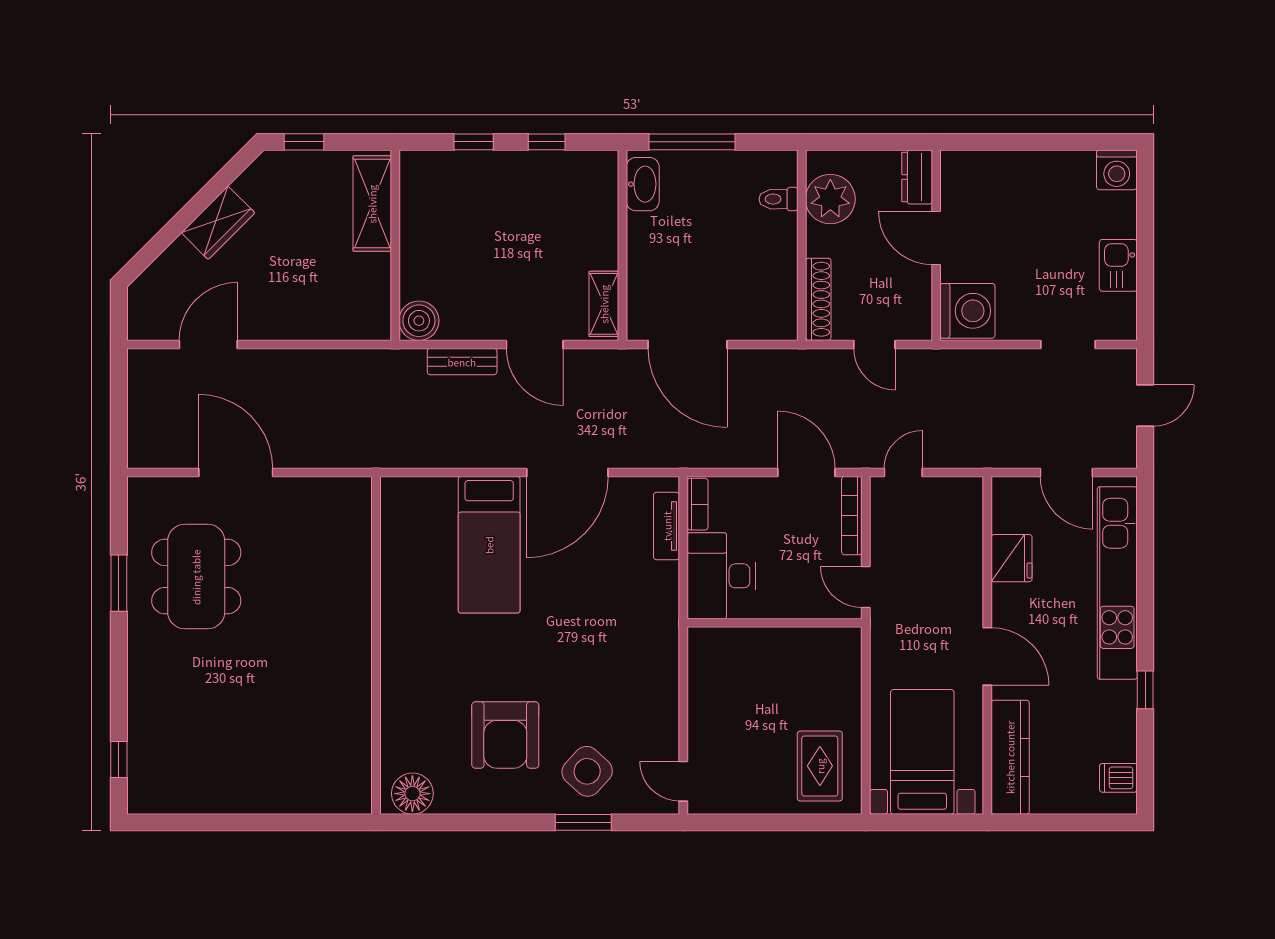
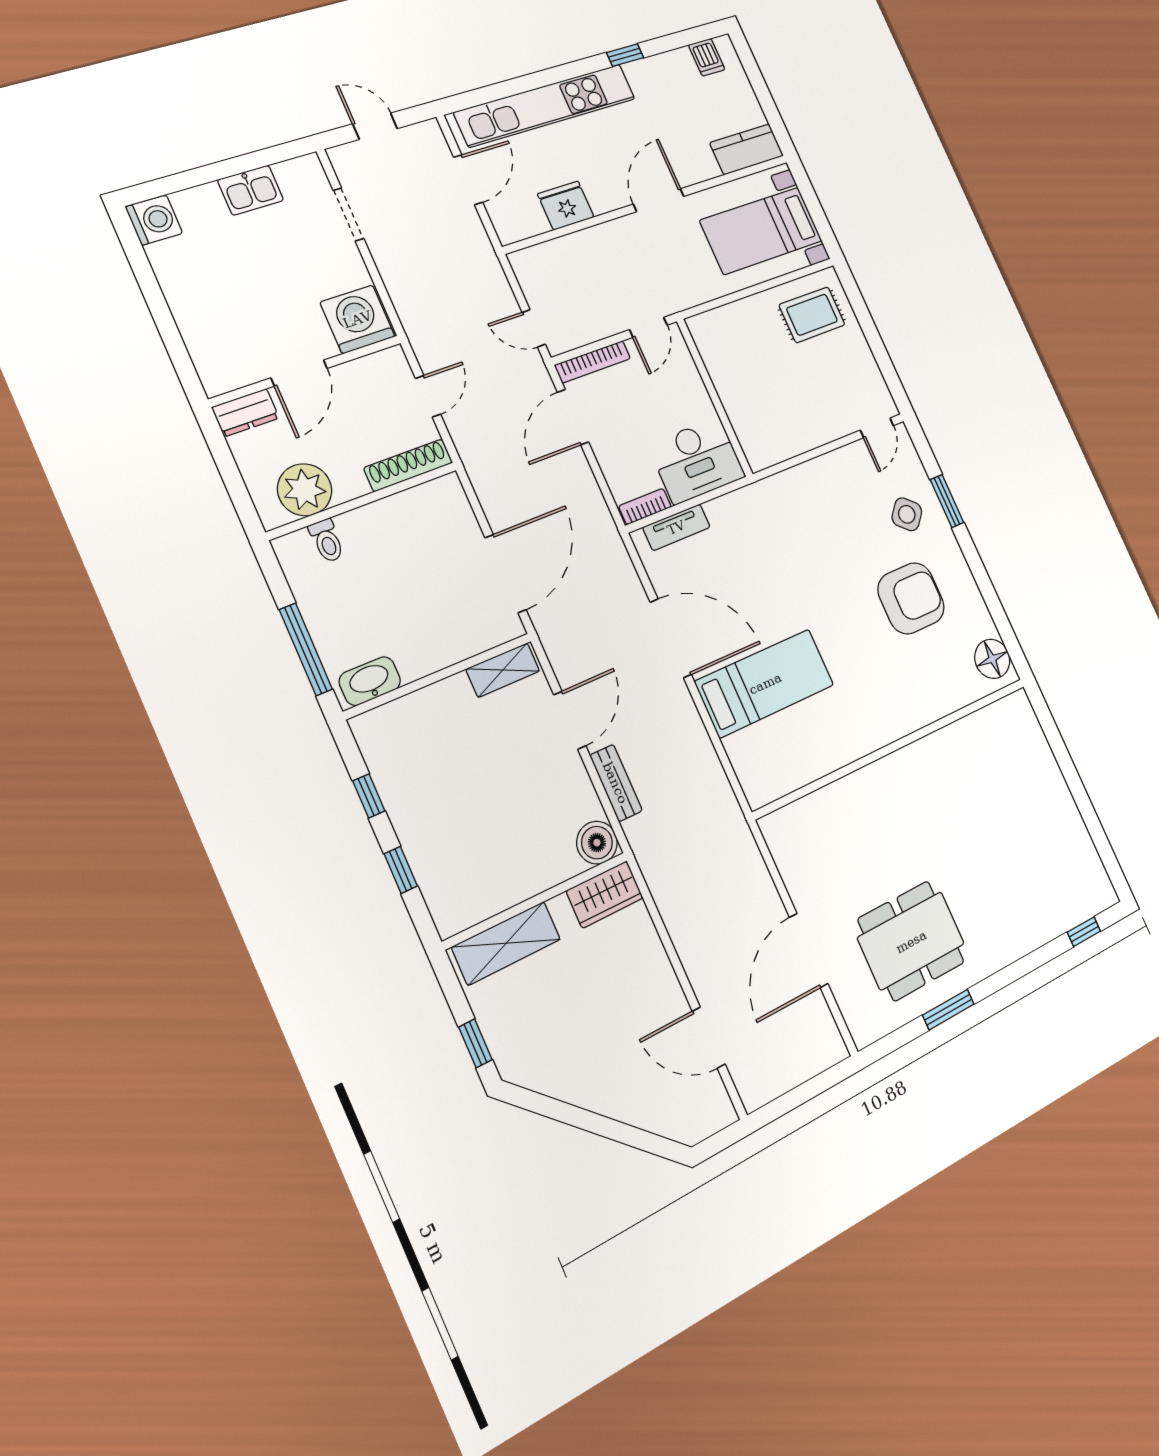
wardrobe: (218, 223) -> (605, 894), moved, turned 135
kitchen counter: (1010, 757) -> (747, 149), width x0.67
side table: (587, 771) -> (907, 514), width x0.73, depth x0.73

